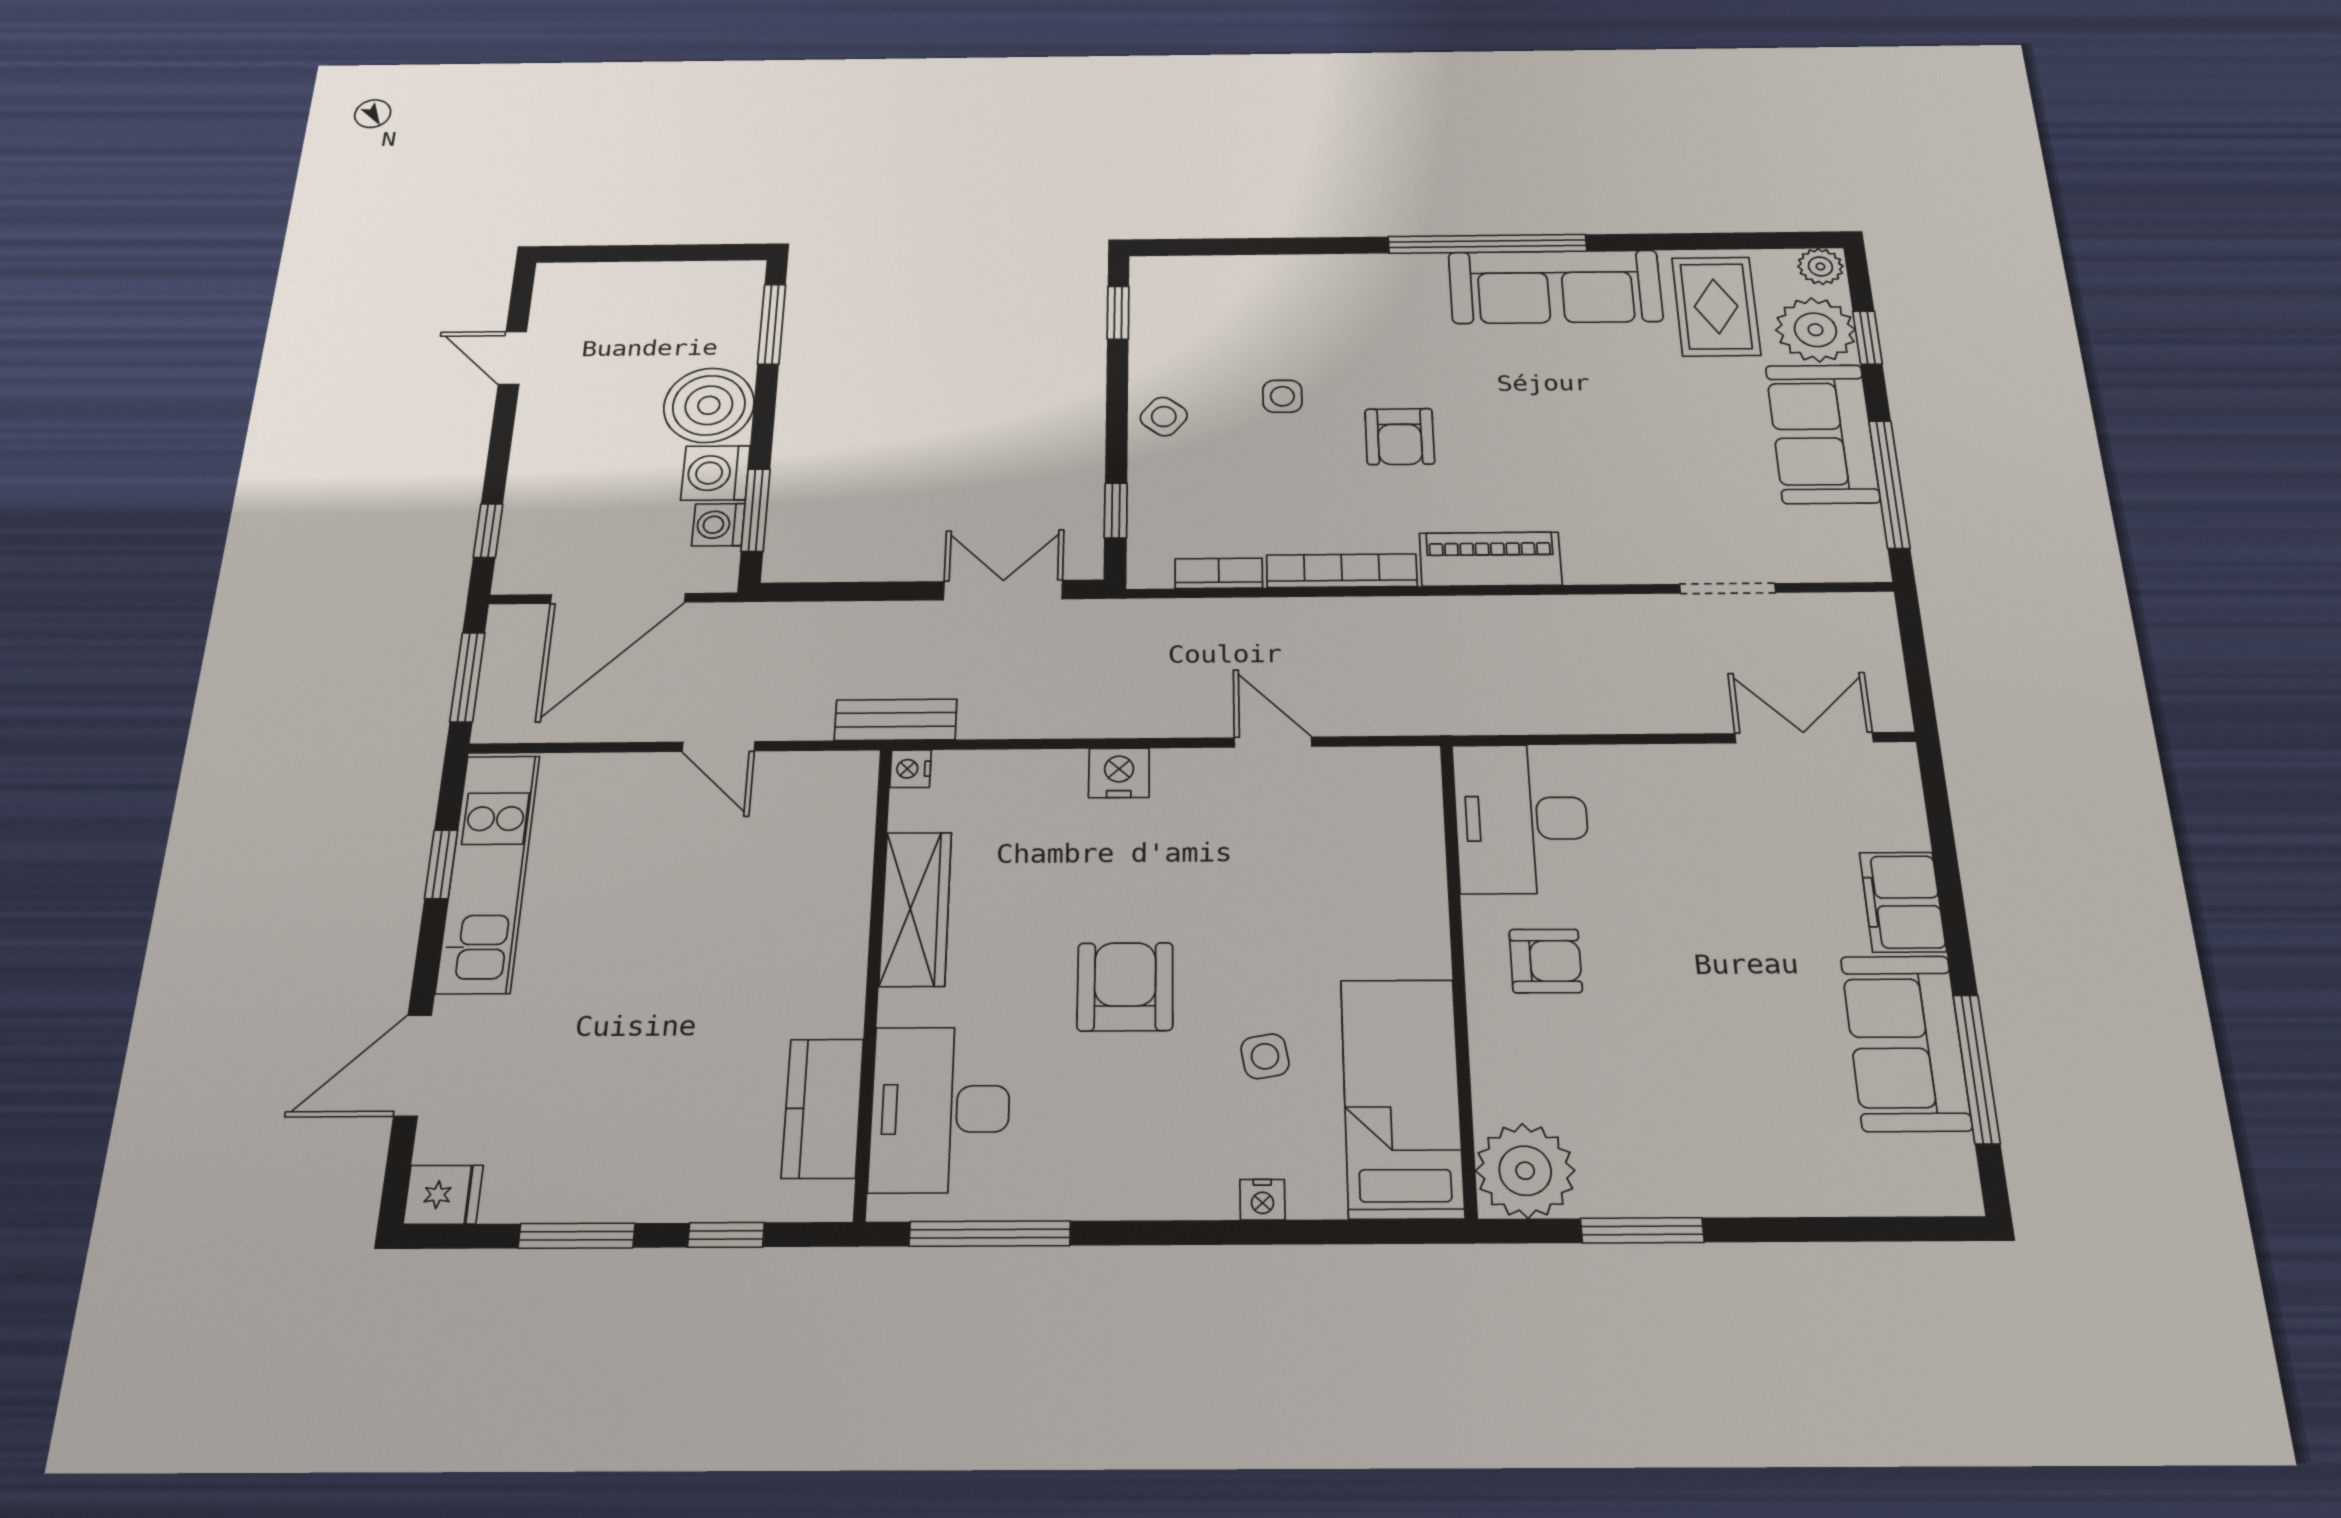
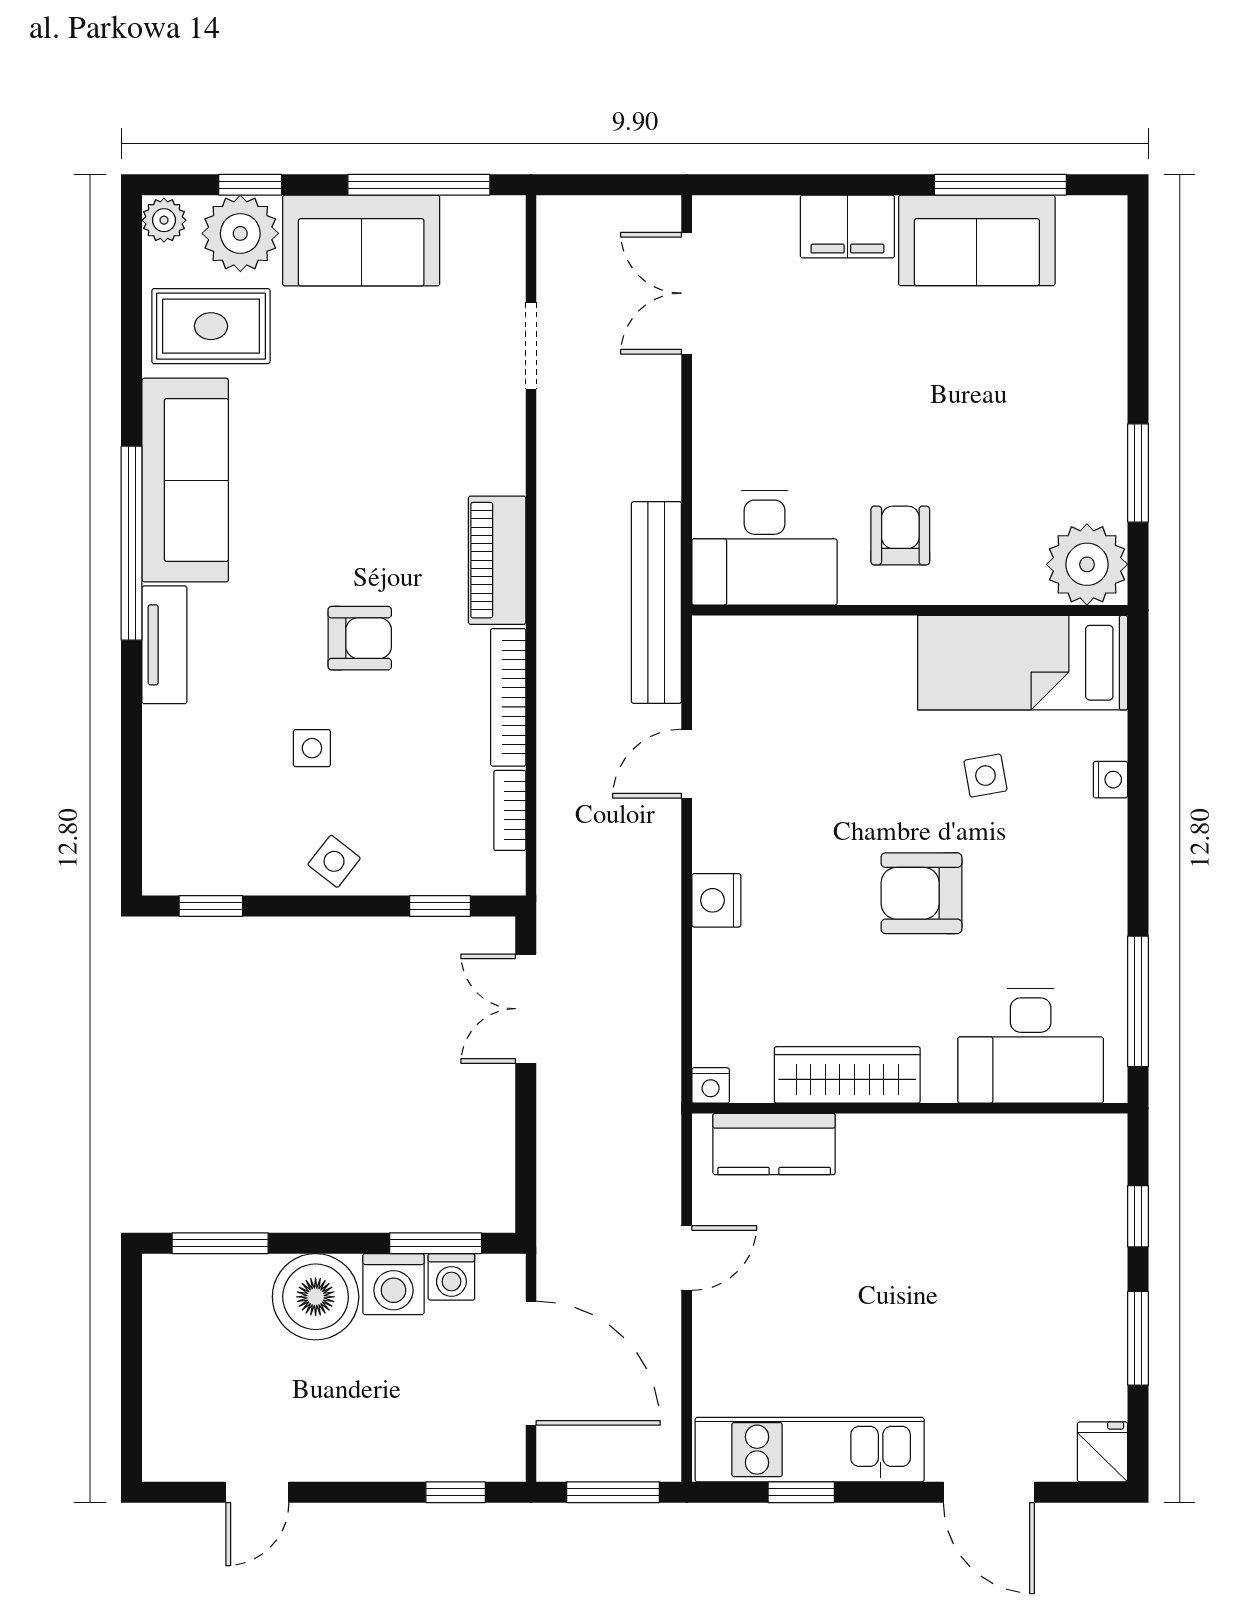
tv unit: (1385, 272) -> (164, 645), added
bench: (896, 720) -> (656, 602), moved, width x1.86, depth x1.21
kitchen counter: (823, 1108) -> (774, 1144), moved

